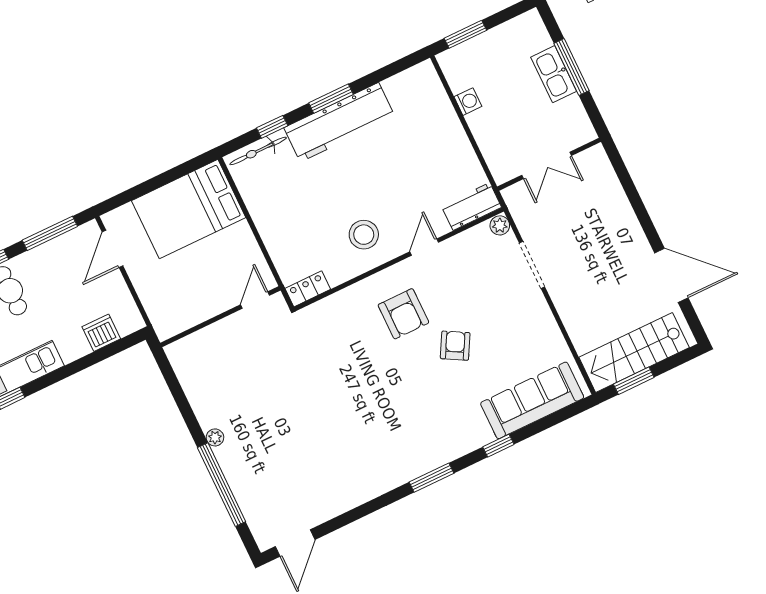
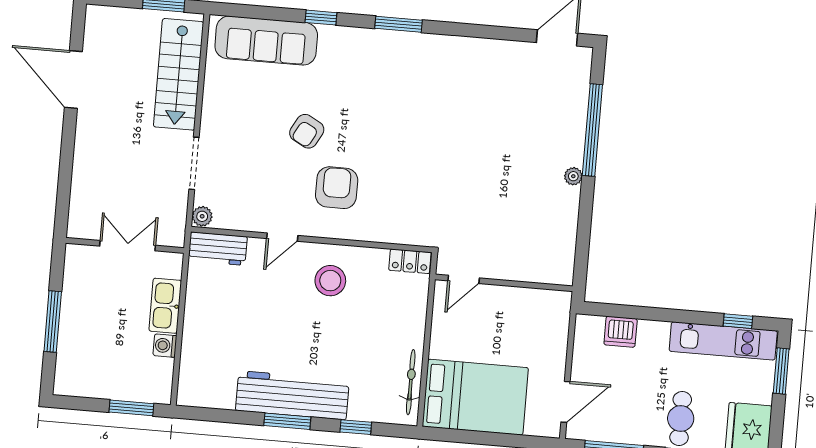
kitchen sink: (554, 74) -> (165, 306), moved, turned 180
bicycle: (258, 151) -> (411, 382), moved, turned -90
stairs: (634, 352) -> (179, 74), moved, turned 90

